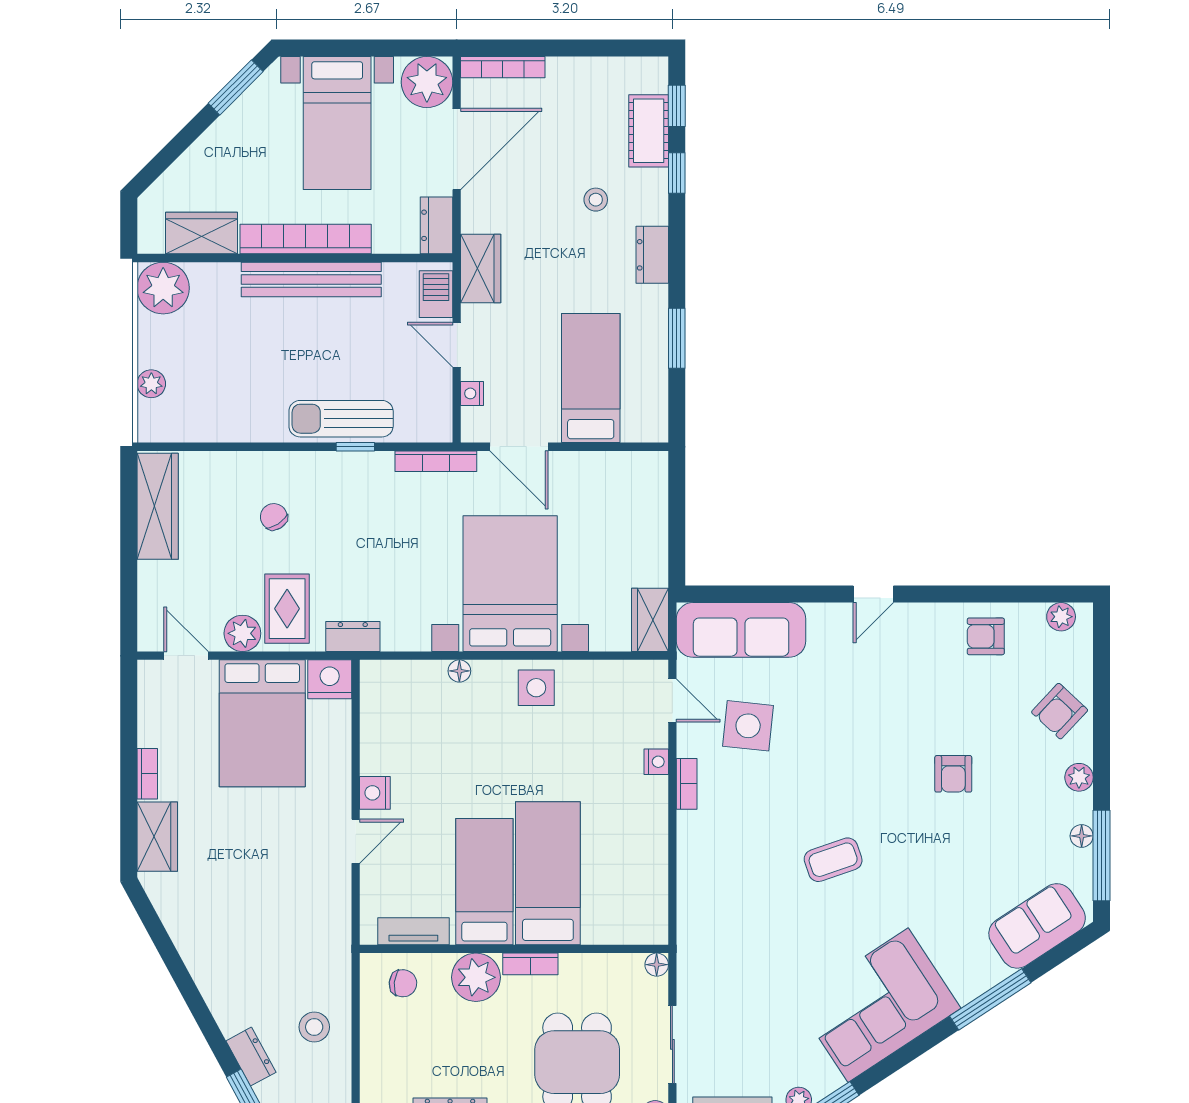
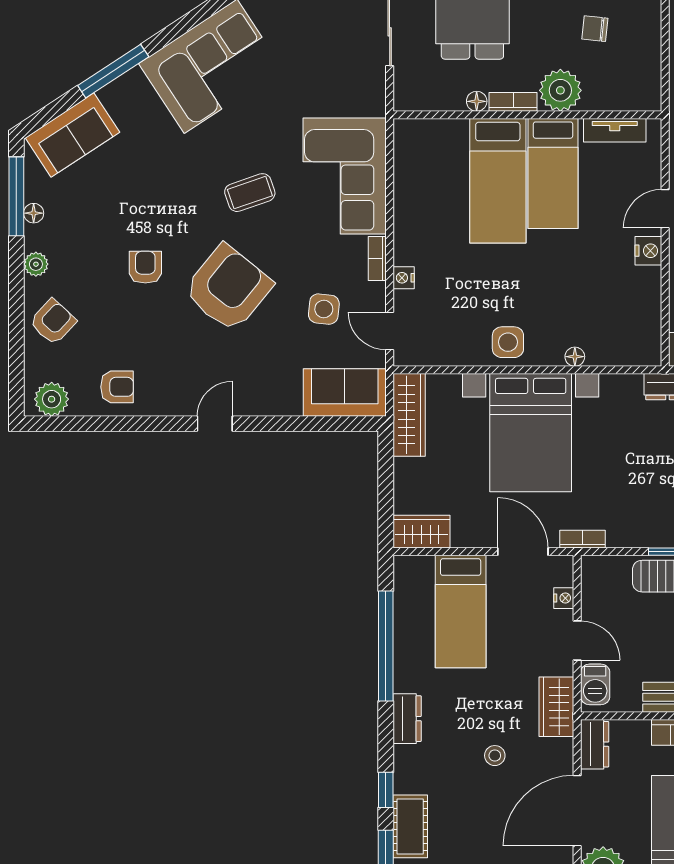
stool: (596, 200) -> (495, 756), moved
window: (677, 338) -> (386, 646), width x2.11
bookcase: (436, 461) -> (583, 539), width x0.64
wardrobe: (636, 470) -> (422, 532), added
plant: (1061, 617) -> (52, 399), width x1.38, depth x1.38
wardrobe: (650, 620) -> (409, 415), width x1.50
sofa: (741, 630) -> (345, 392), width x0.73
side table: (748, 726) -> (324, 309), width x0.73, depth x0.73
armchair: (858, 750) -> (228, 288), added
corner sofa: (724, 879) -> (345, 176), added
floor lamp: (657, 965) -> (477, 101), moved
chair: (403, 983) -> (595, 29), moved

